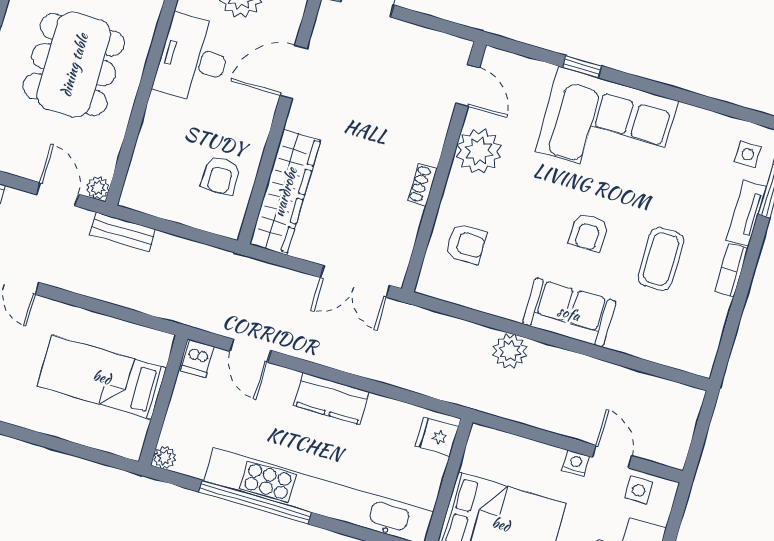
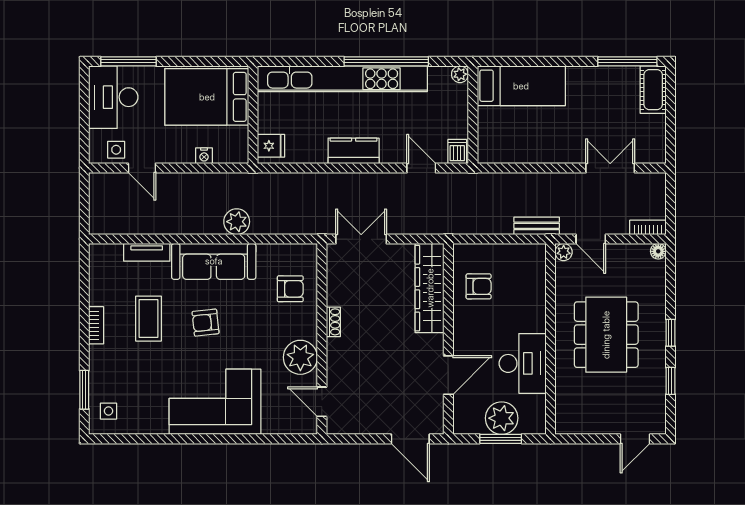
window: (582, 66) -> (245, 439), removed
armchair: (221, 175) -> (479, 286), turned 90
tv unit: (746, 213) -> (147, 252), moved, turned 90
armchair: (589, 232) -> (205, 323), turned -96
armchair: (466, 244) -> (290, 289), turned 180
sofa: (569, 313) -> (214, 261), width x1.36
bed: (102, 377) -> (521, 86), moved
nightstand: (576, 463) -> (204, 156), moved

